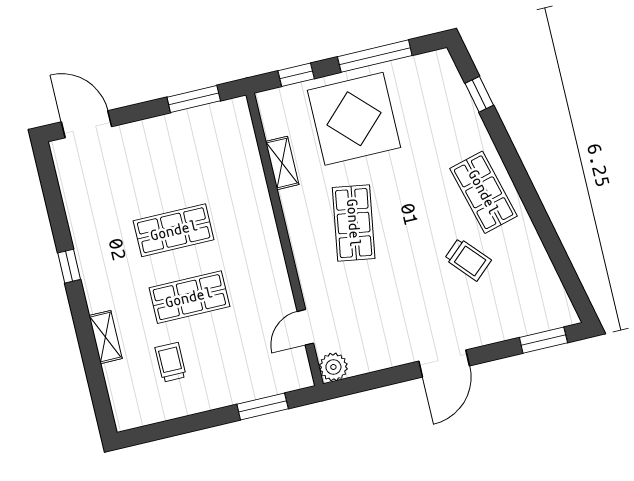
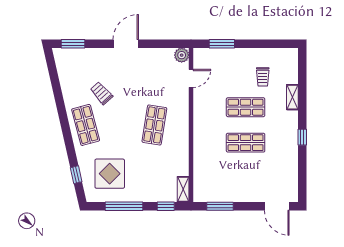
display table: (354, 119) -> (110, 174), moved, width x0.73, depth x0.73
shelving: (282, 163) -> (183, 189), moved

